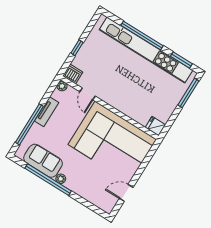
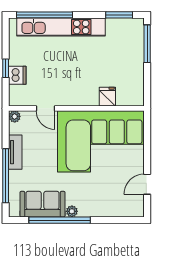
window: (142, 36) -> (45, 15), moved
kitchen unit: (146, 50) -> (61, 27), width x0.73
dishwasher: (73, 74) -> (17, 75), moved, turned 90
fridge: (155, 126) -> (107, 97), moved, turned 90

